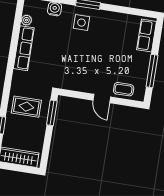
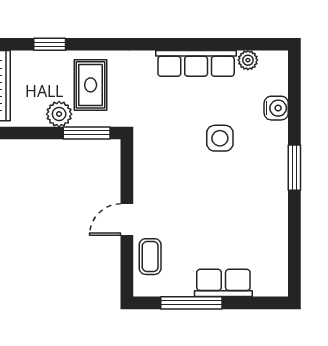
side table: (81, 23) -> (220, 138), moved
row of seats: (147, 36) -> (223, 283), moved
plant: (39, 126) -> (59, 114), added

